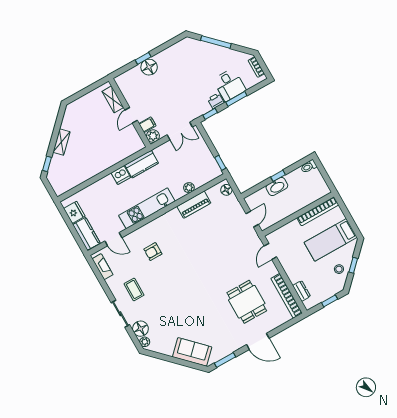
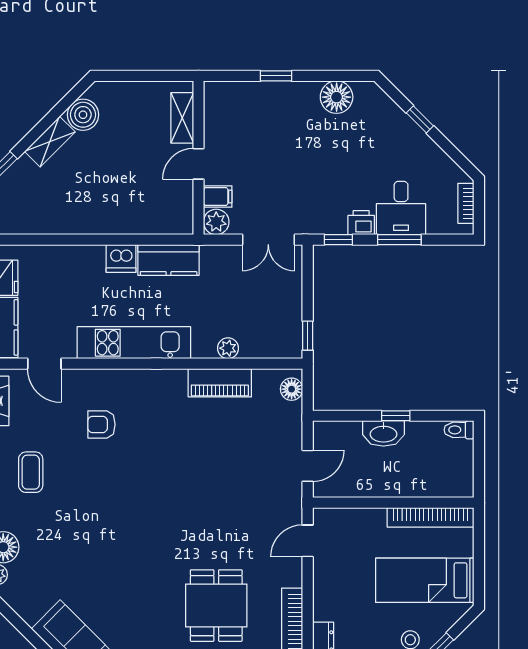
window: (216, 42) -> (420, 119), width x0.46
floor lamp: (149, 67) -> (337, 97), moved
boiler: (69, 122) -> (83, 115), added

